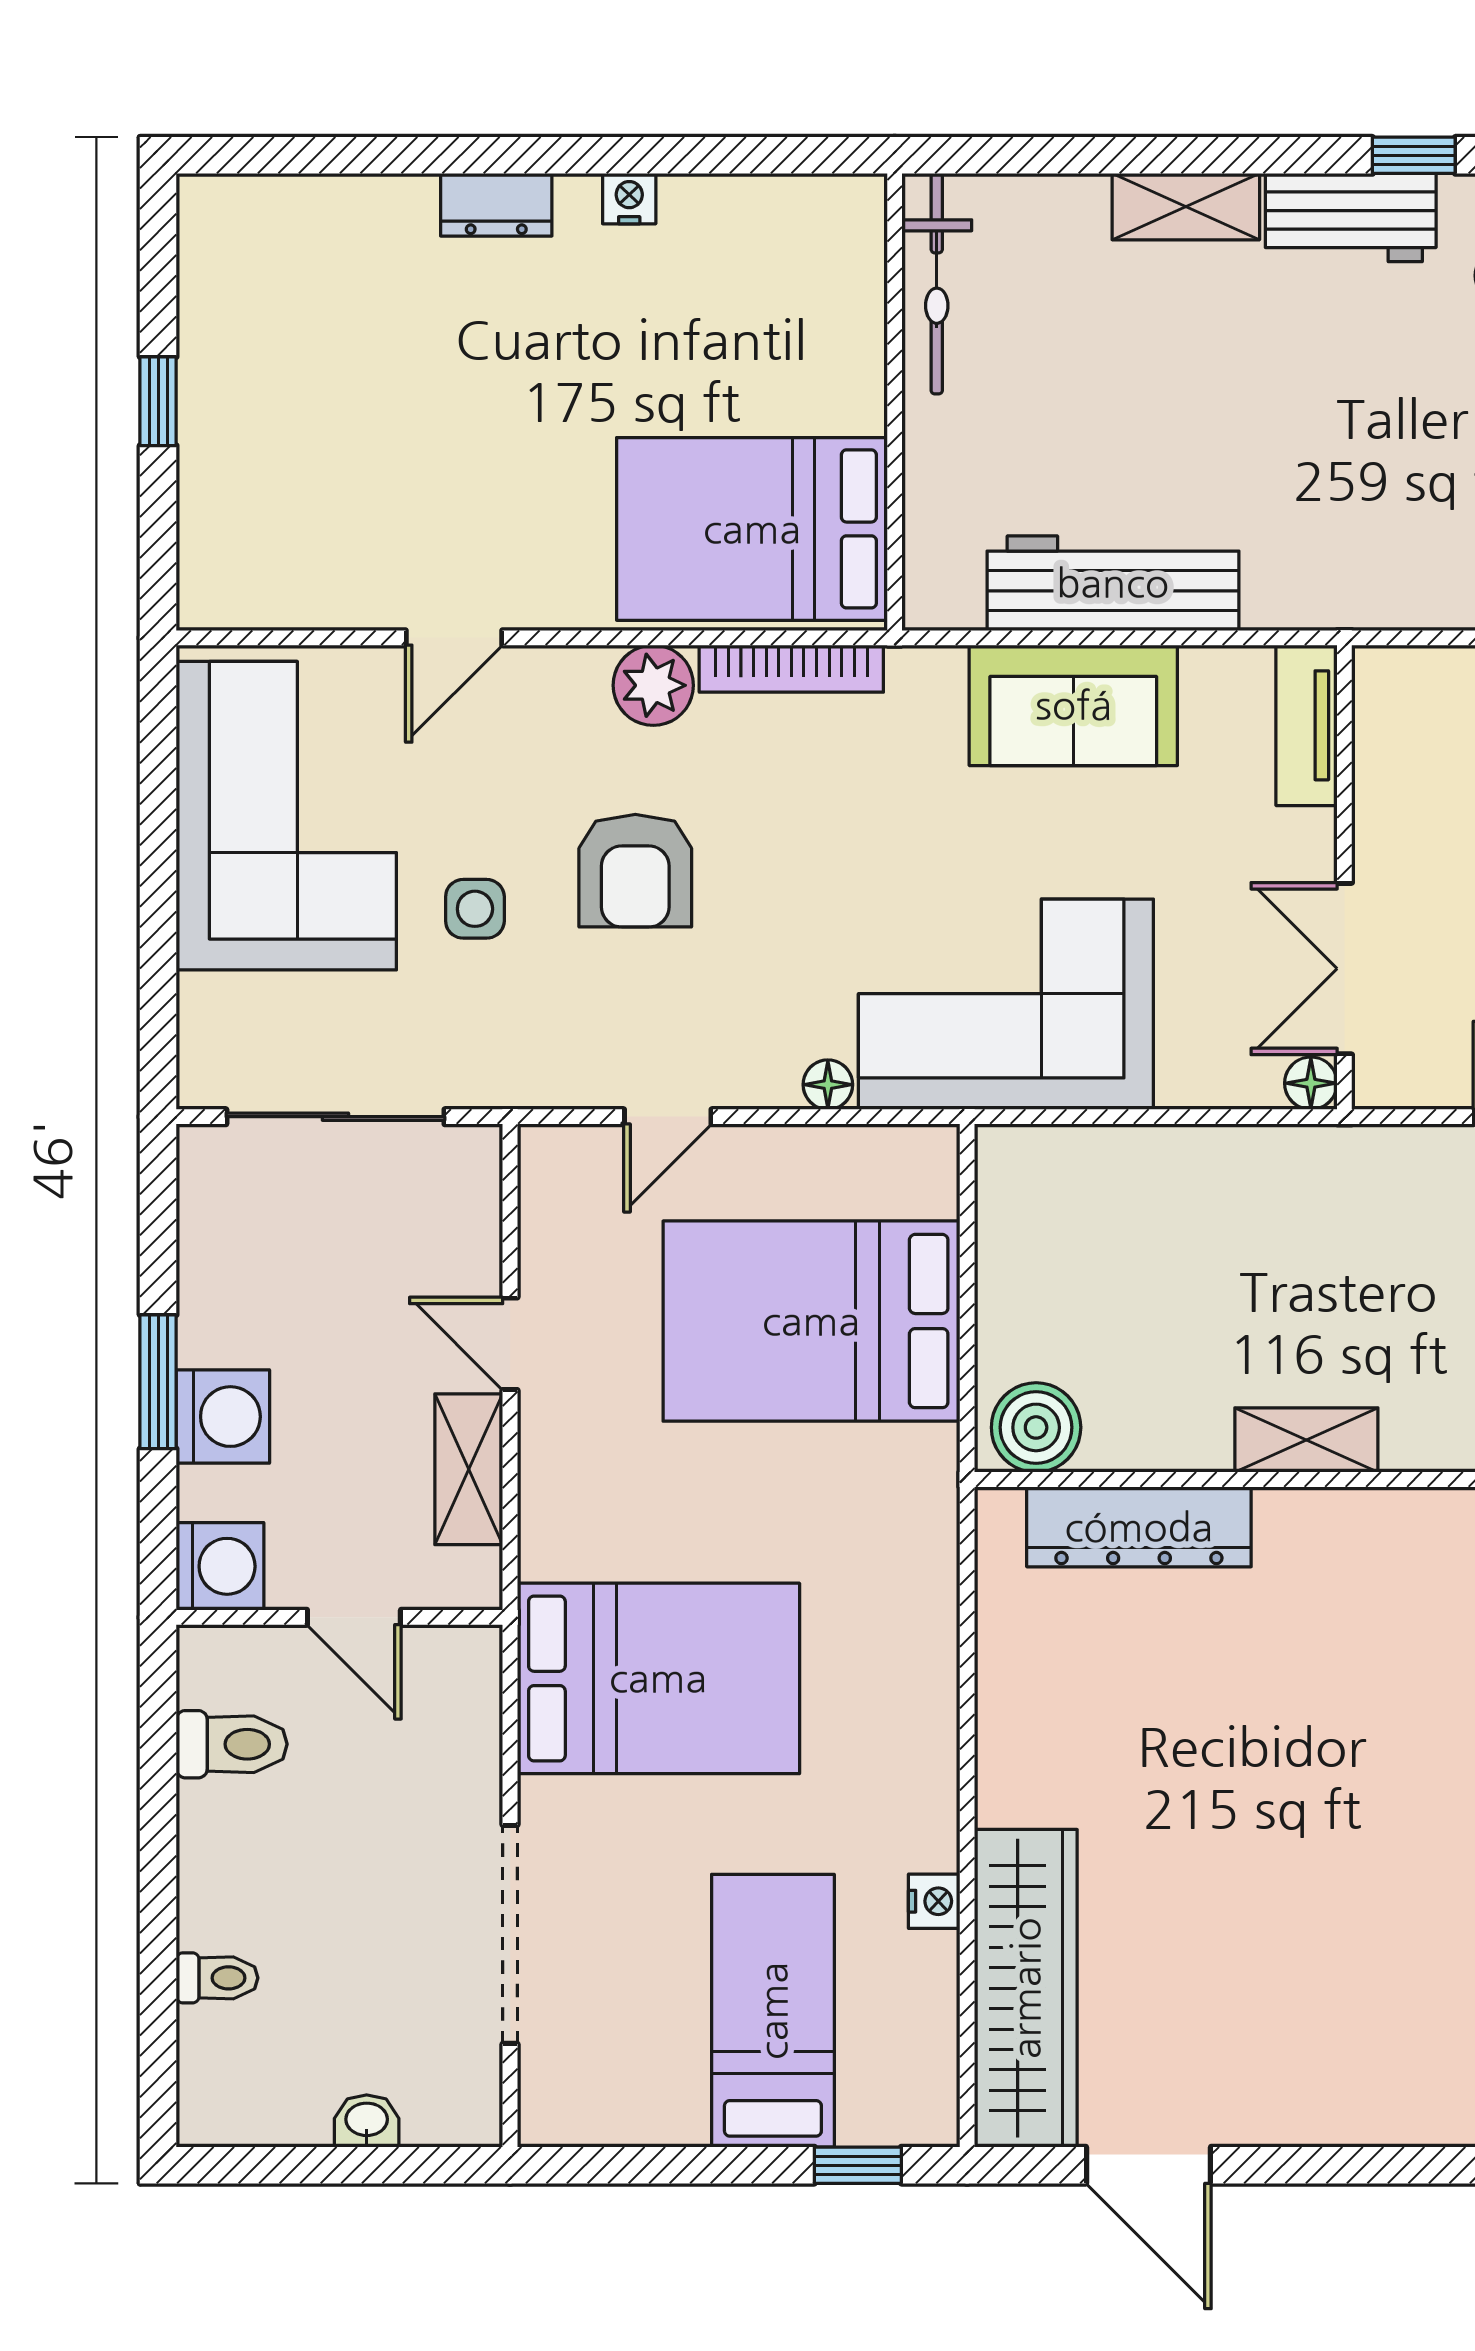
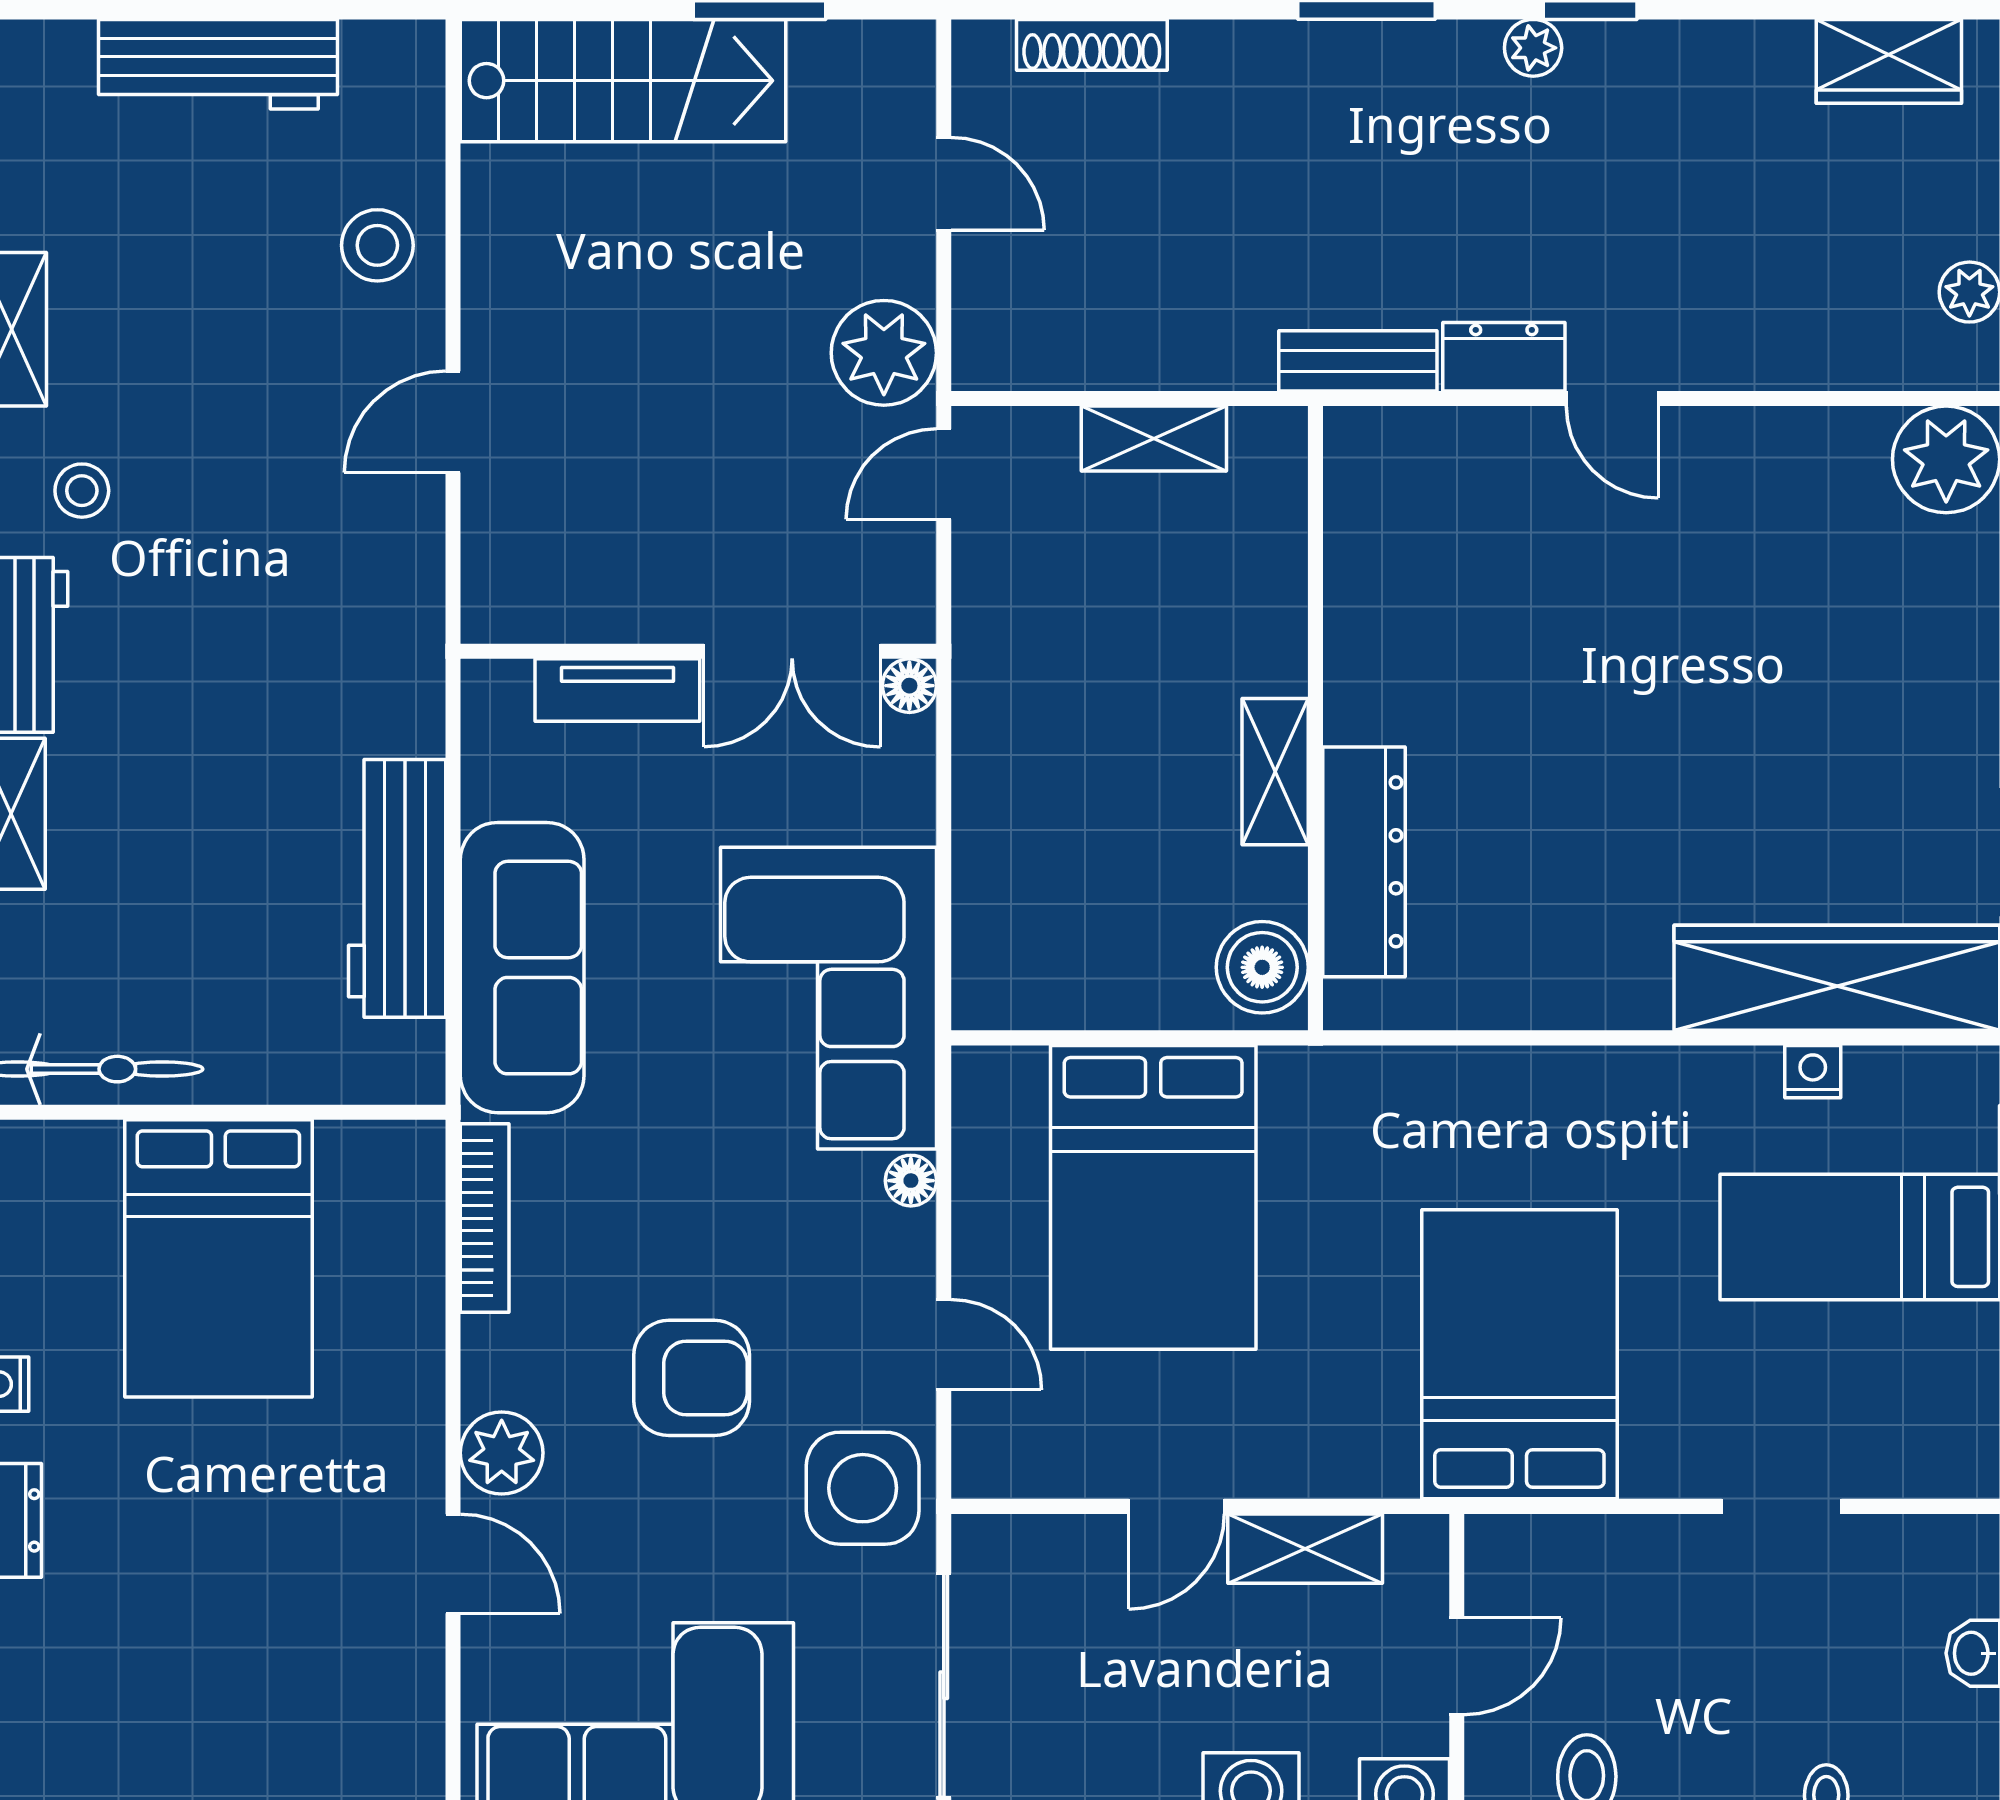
bed: (752, 529) -> (218, 1258), moved
plant: (653, 685) -> (502, 1453), moved
sofa: (1073, 705) -> (522, 968), width x1.36
tv unit: (1307, 725) -> (617, 690), moved
side table: (475, 909) -> (863, 1488), moved, width x1.87, depth x1.87
shelving: (1306, 1440) -> (1275, 772), moved
nightstand: (934, 1901) -> (1813, 1072), moved
doorway: (510, 1934) -> (1782, 1506), width x0.53

